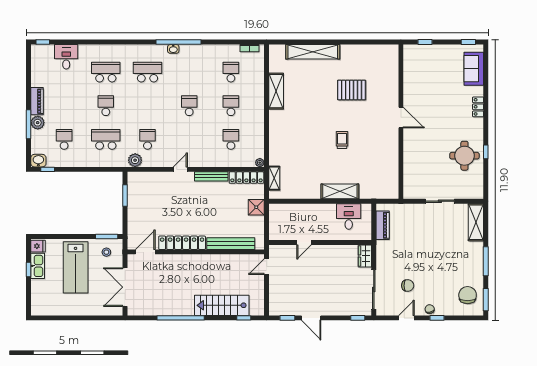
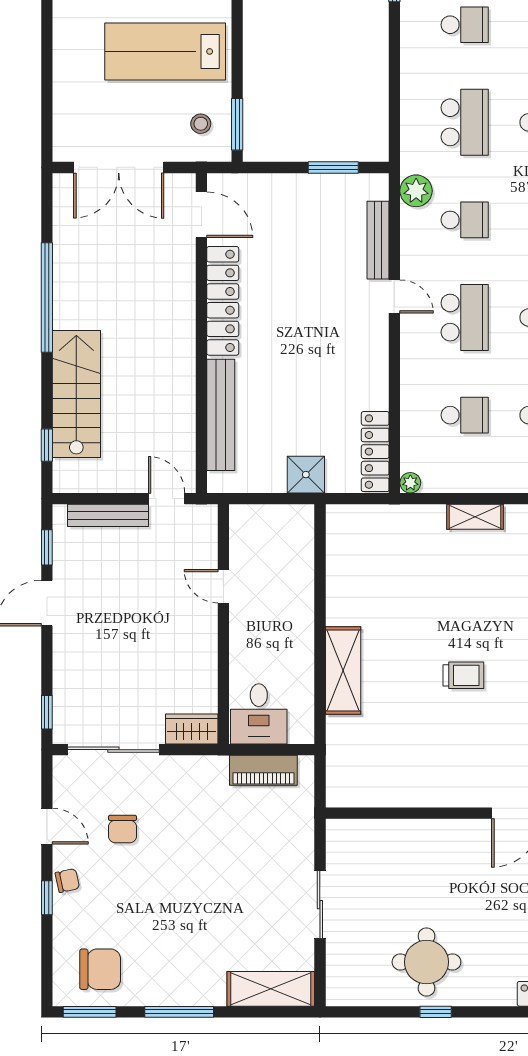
school desk: (189, 139) -> (465, 318), added
bench: (211, 176) -> (378, 240), moved
shelving: (274, 178) -> (475, 517), moved
desk: (349, 216) -> (259, 714), moved, turned 90
double door: (125, 287) -> (119, 167), swing flipped
bench: (274, 292) -> (108, 515), added

